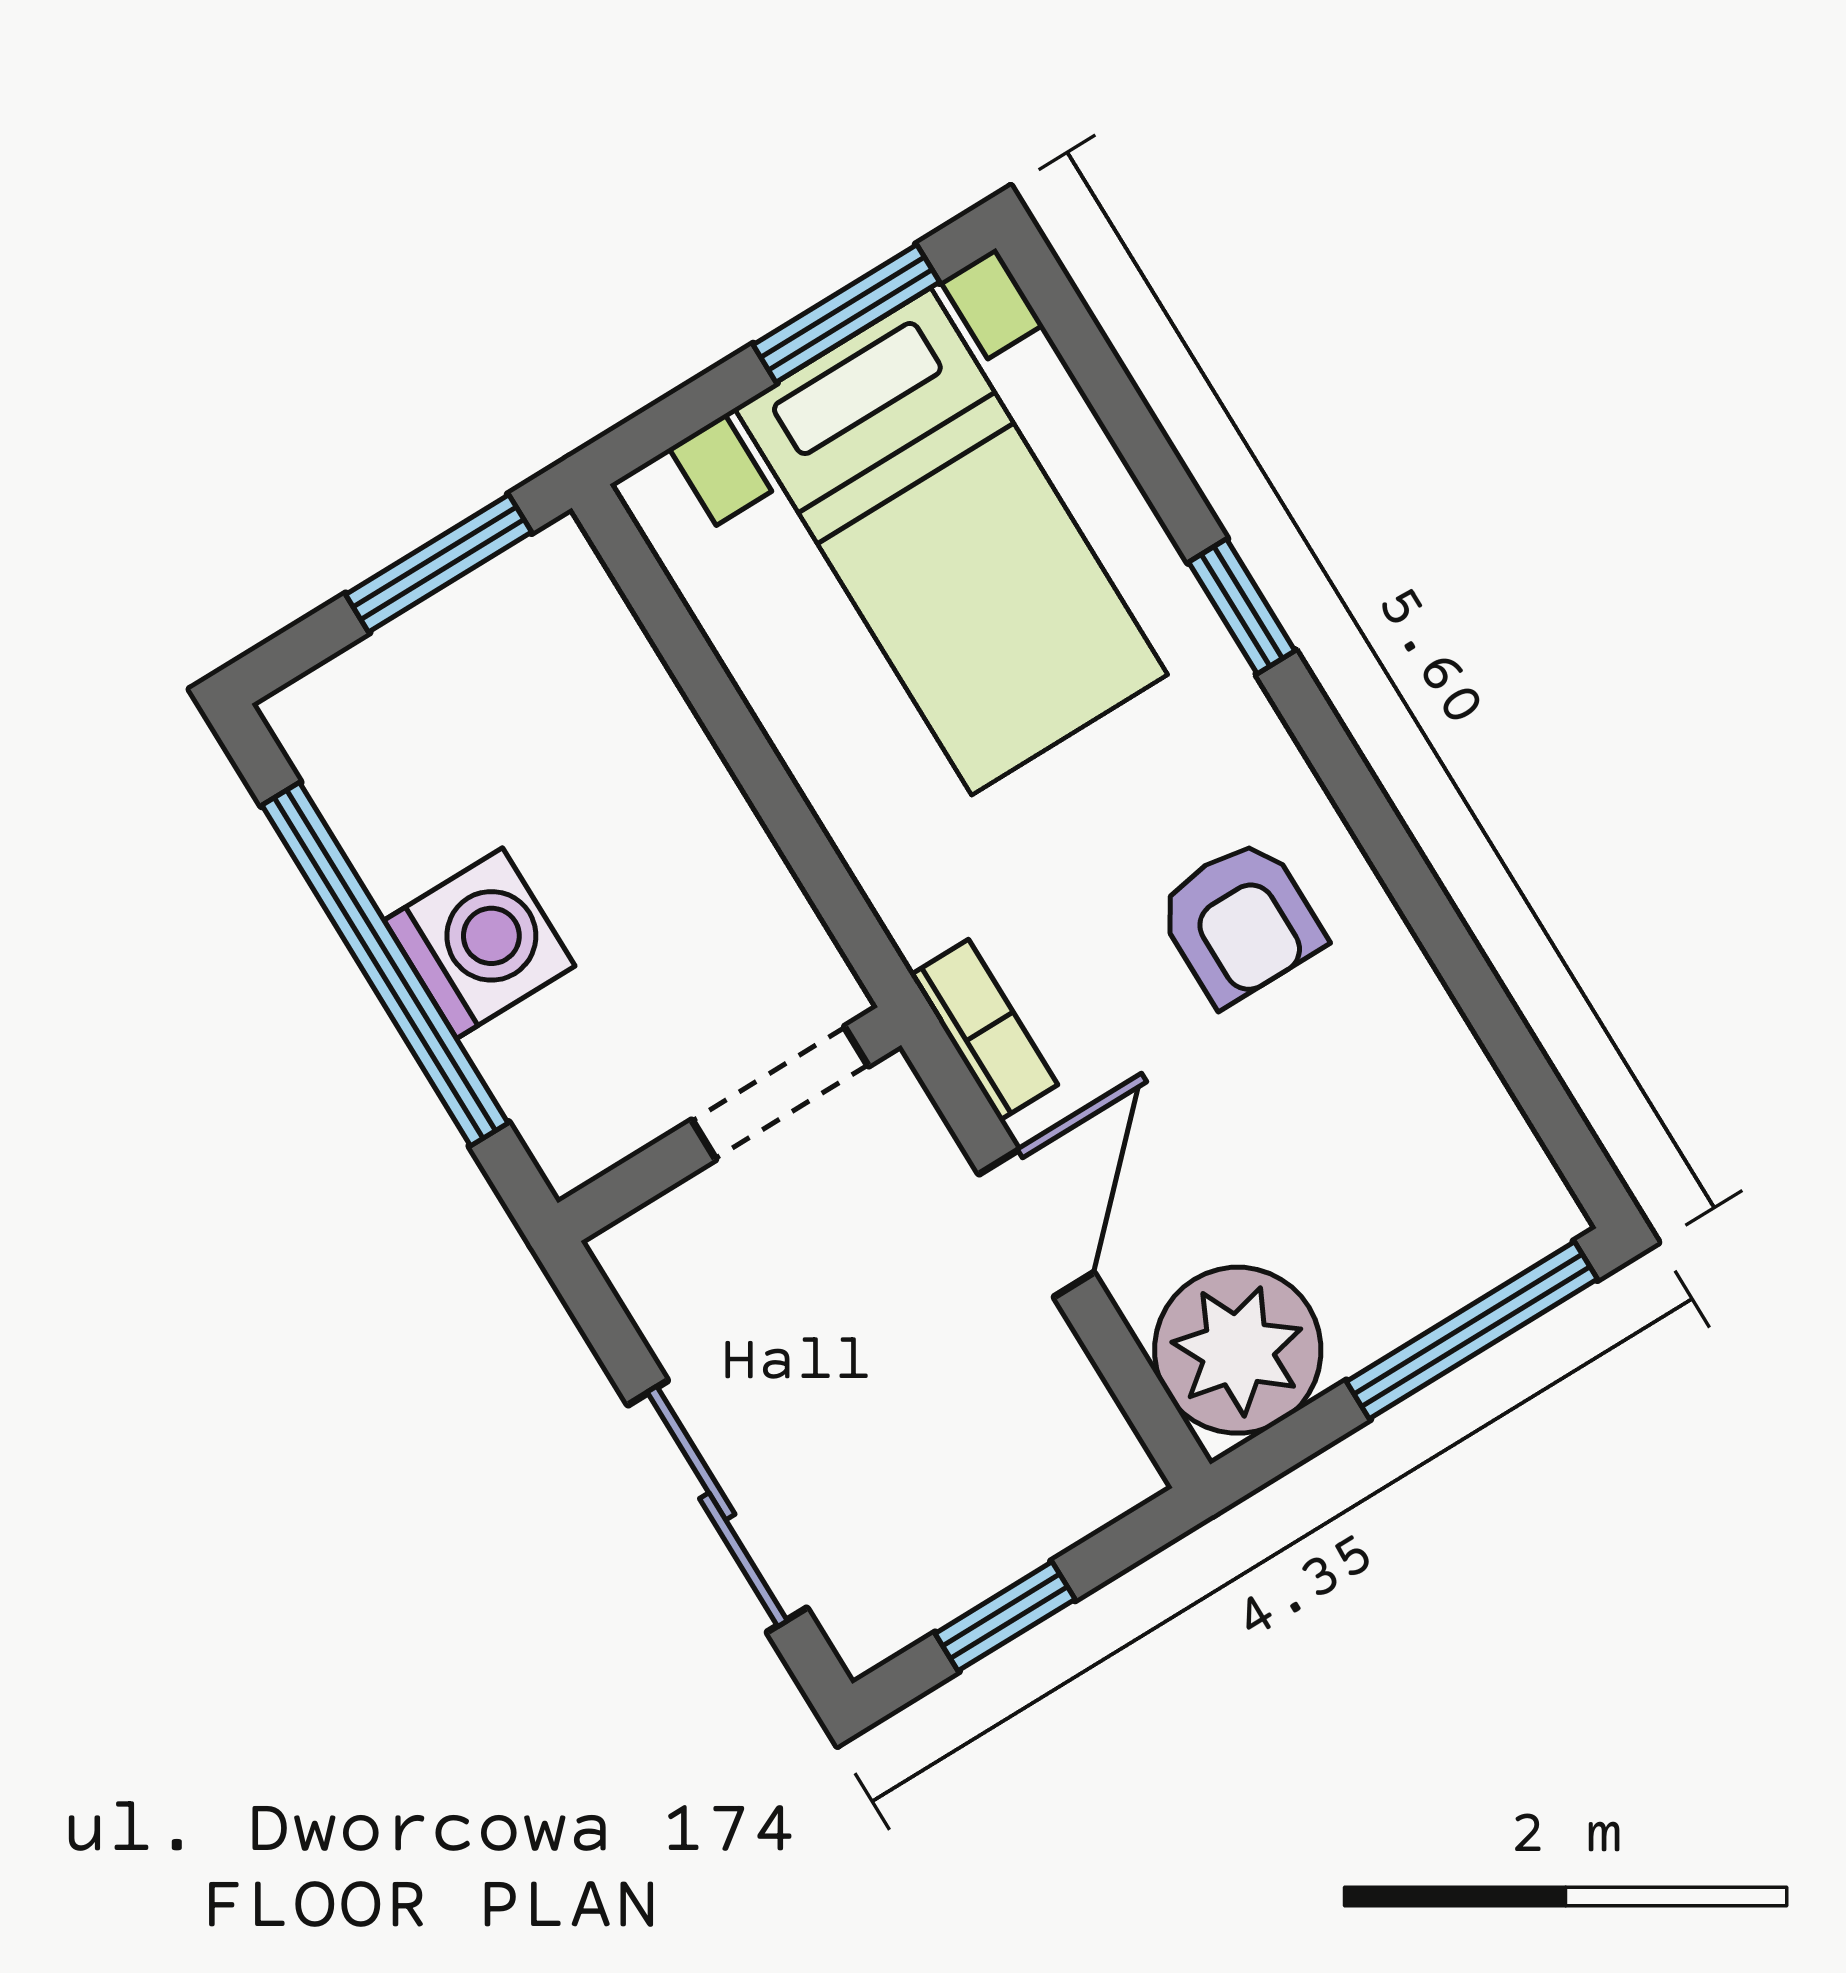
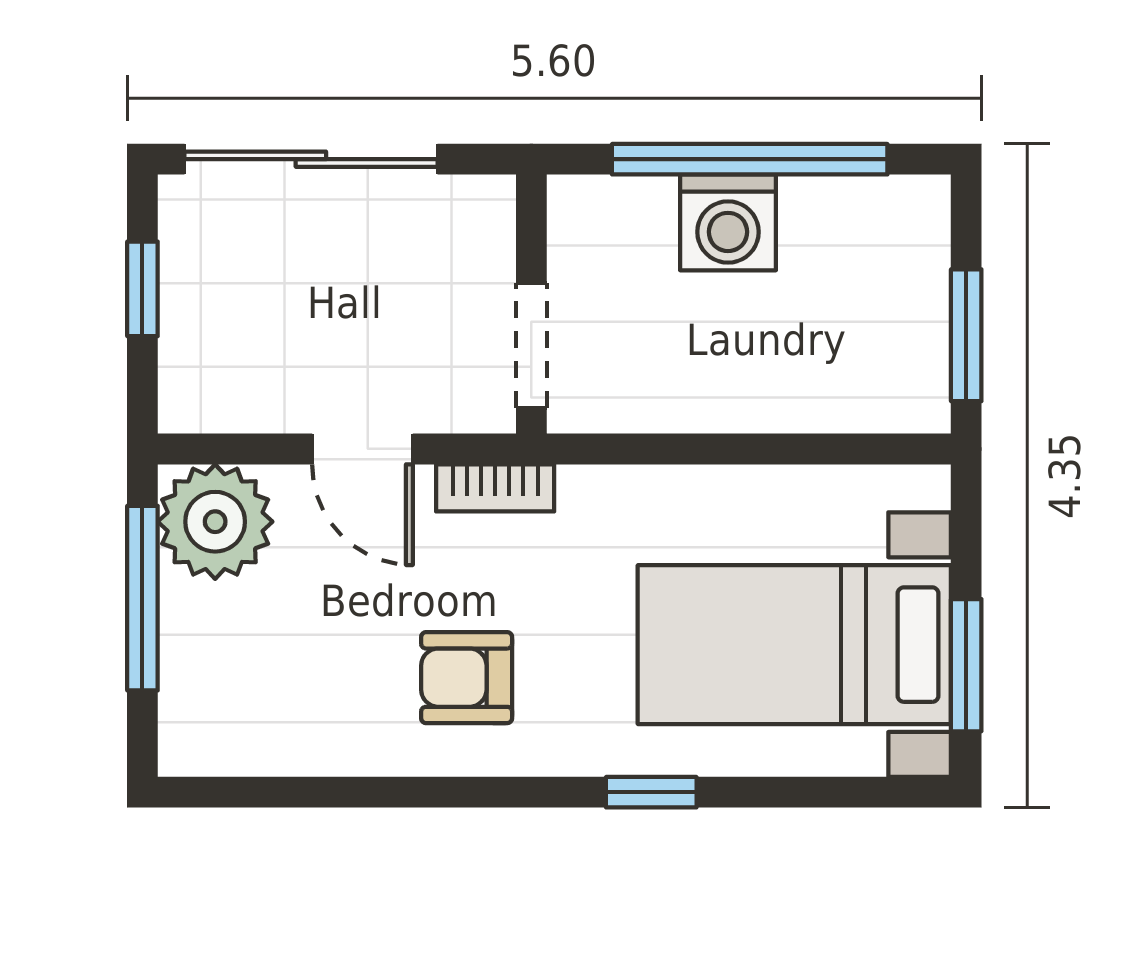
window: (1472, 1330) -> (142, 598), moved
sliding door: (717, 1506) -> (311, 159), width x1.37

